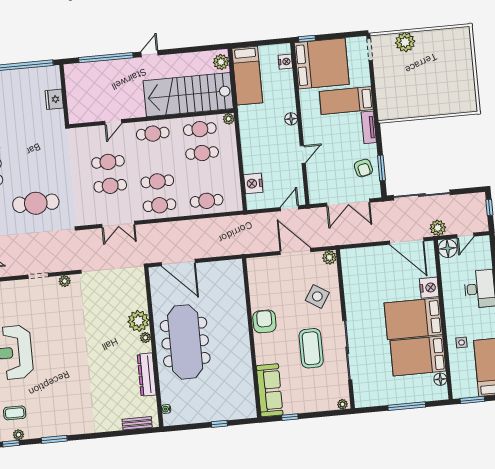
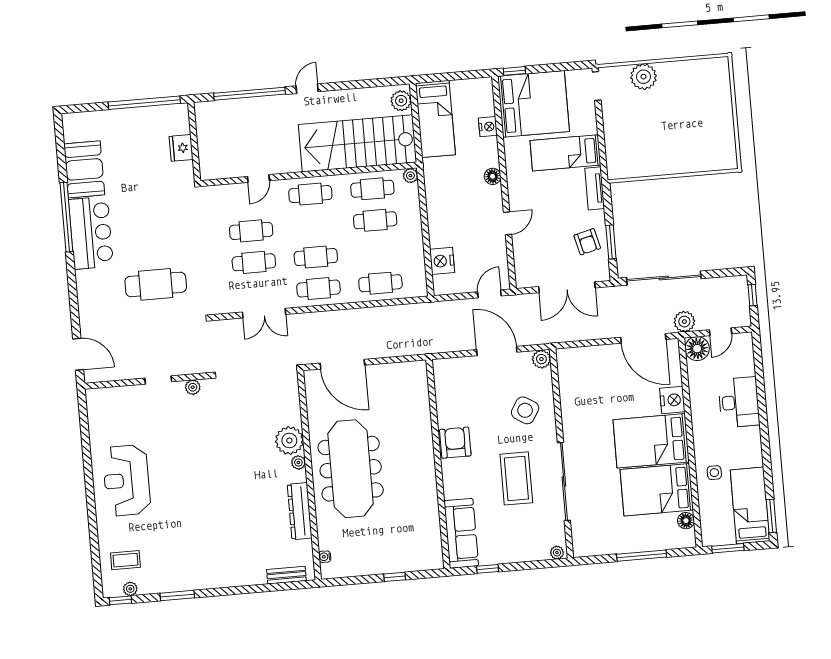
nightstand: (285, 62) -> (488, 127), moved

